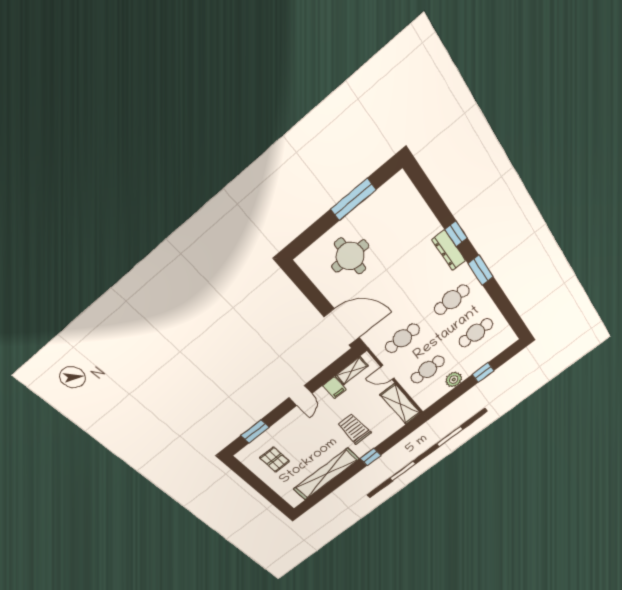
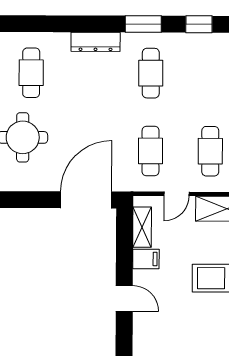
window: (456, 234) -> (199, 24), moved
cafe table: (476, 333) -> (31, 73), moved

